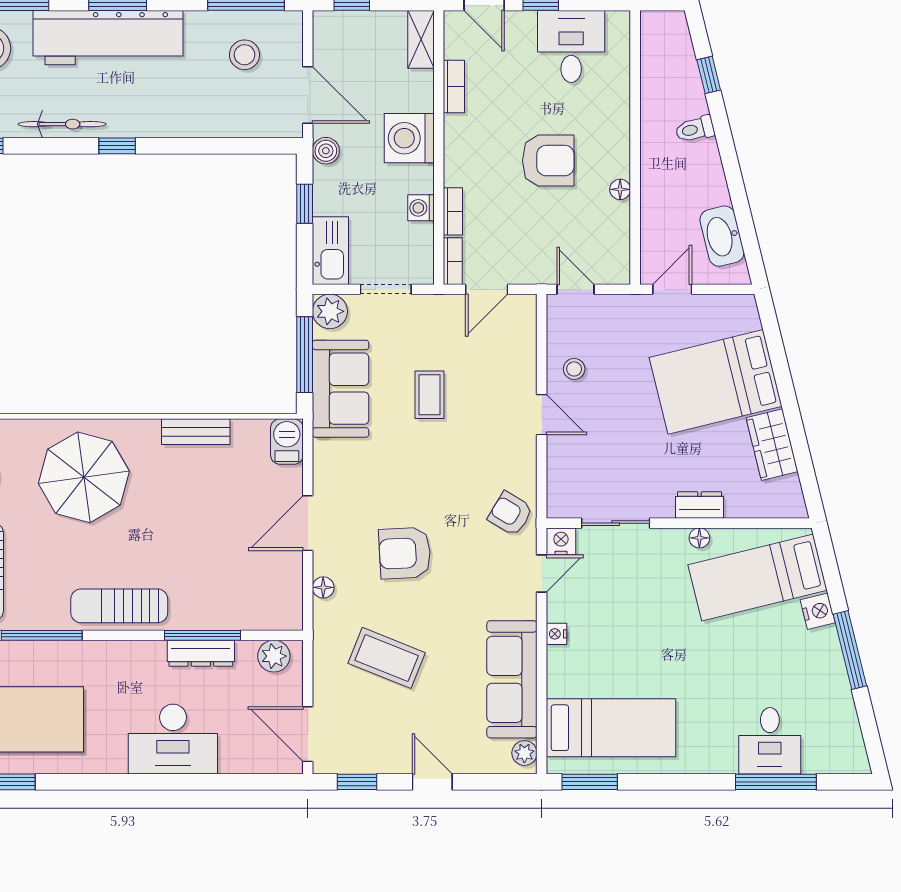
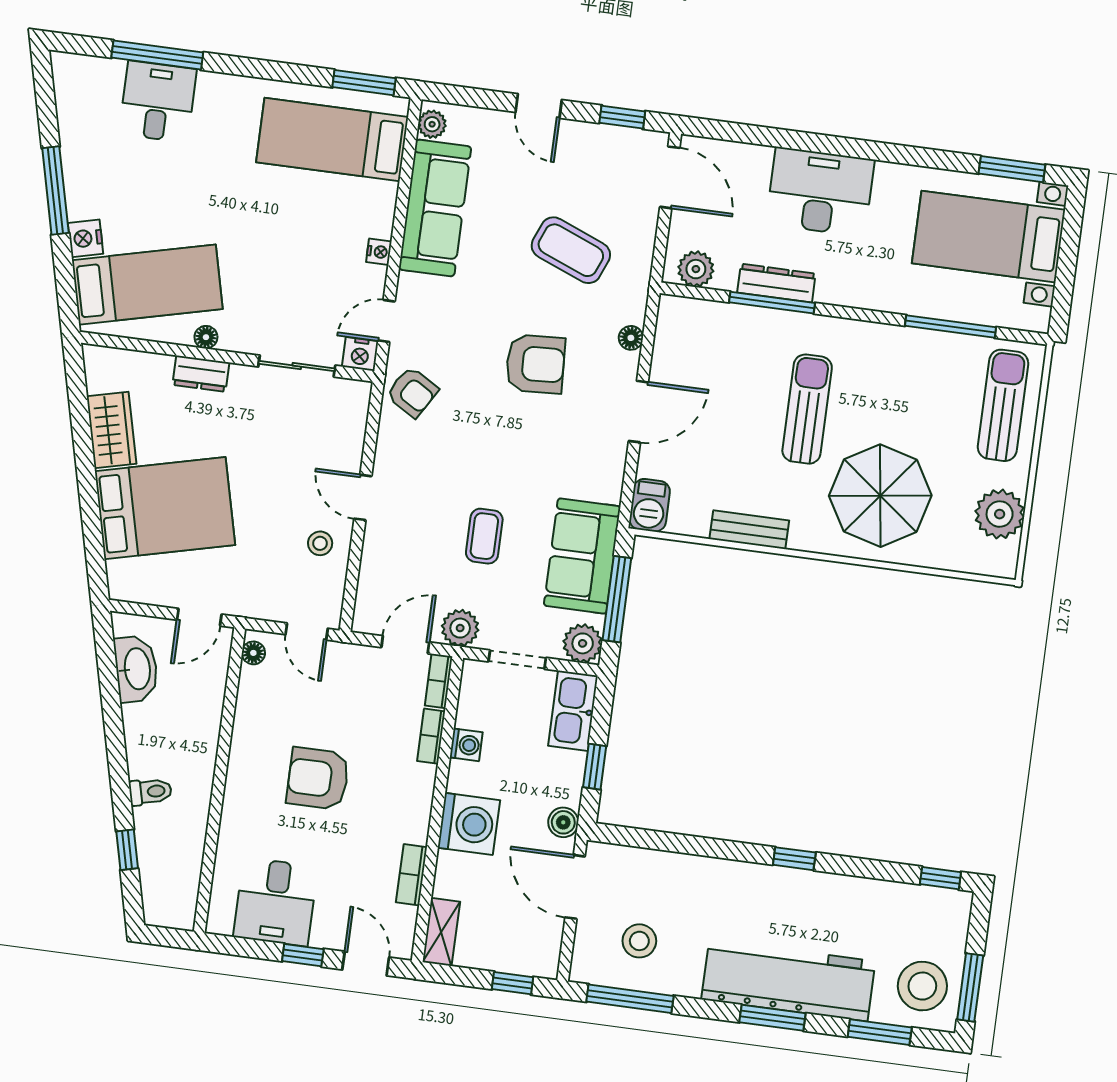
bicycle: (62, 124) -> (852, 891), removed
floor lamp: (620, 189) -> (253, 653), moved
plant: (440, 311) -> (460, 628), added
sun lounger: (119, 606) -> (807, 409), moved, turned -90

